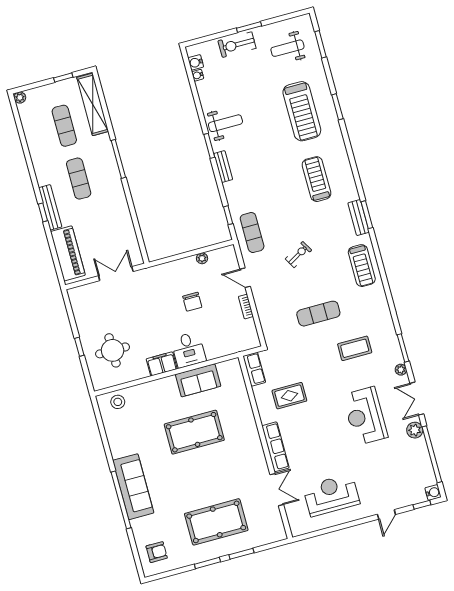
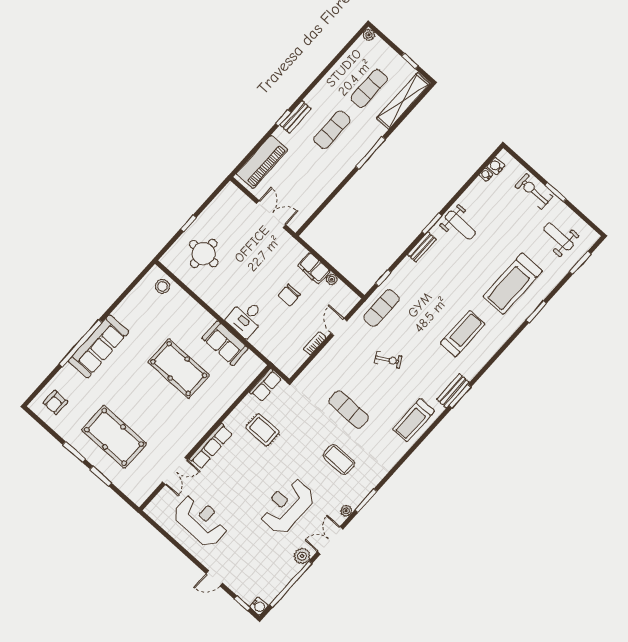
bench: (50, 207) -> (296, 117), width x0.73
filing cabinet: (162, 364) -> (314, 268), moved, turned 180
armchair: (157, 552) -> (55, 403), turned 90

